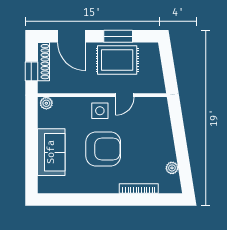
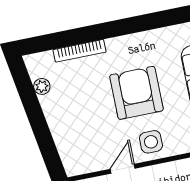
armchair: (103, 149) -> (136, 93), turned 90

